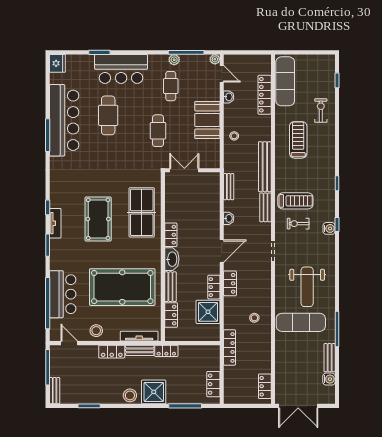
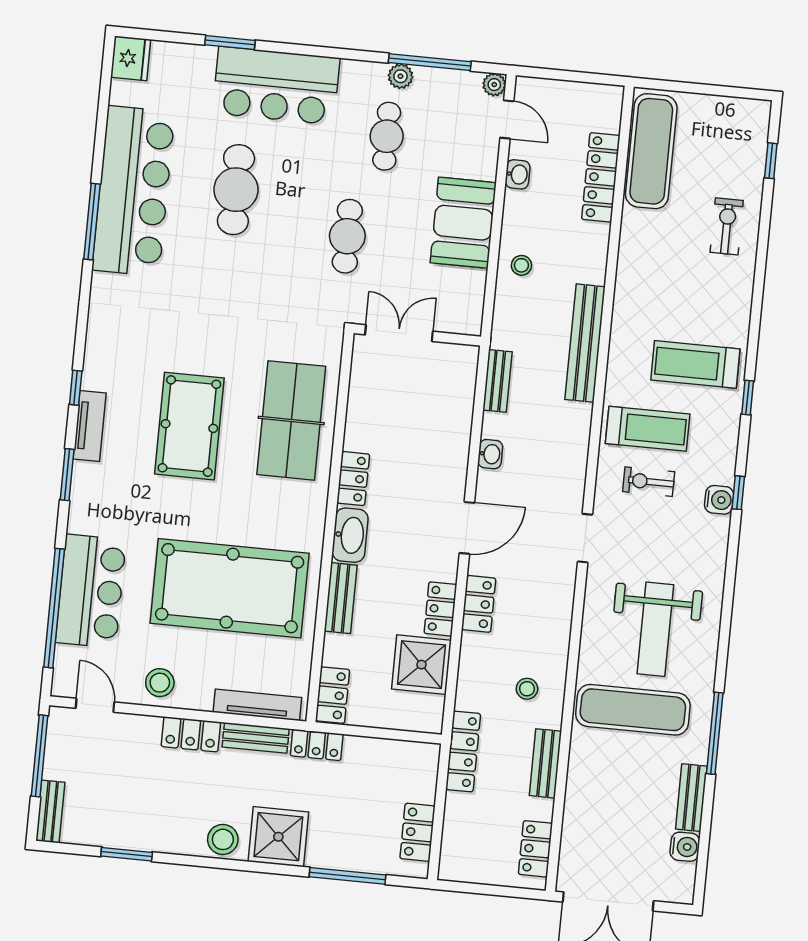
treadmill: (298, 140) -> (695, 364), moved, turned -90
bench: (265, 207) -> (545, 763), moved
locker: (171, 315) -> (333, 695), moved

